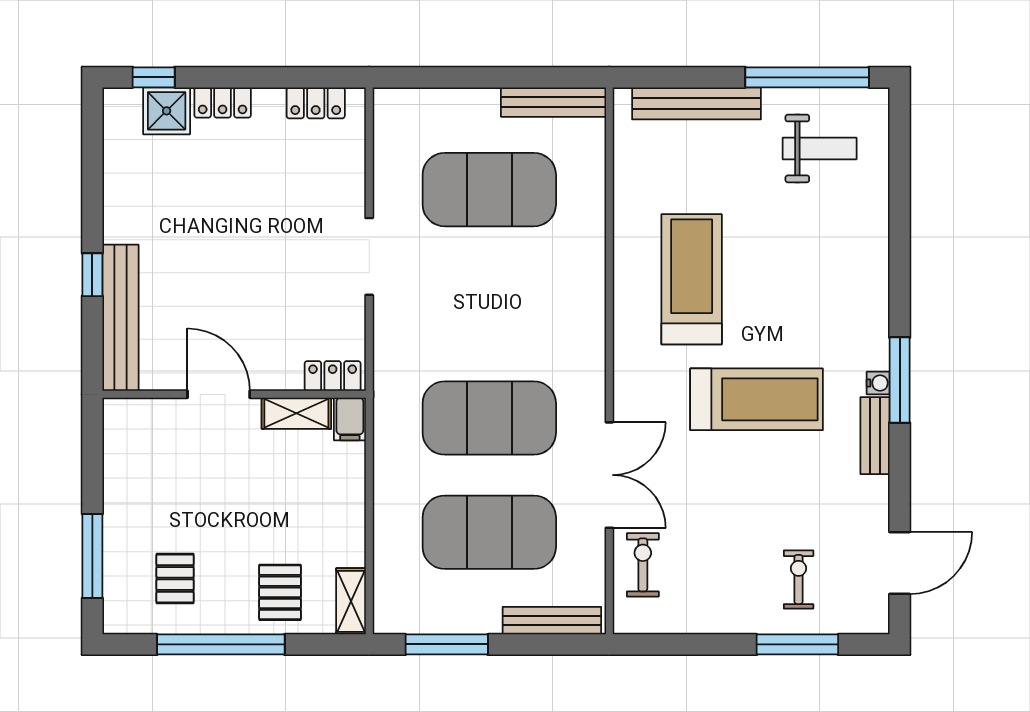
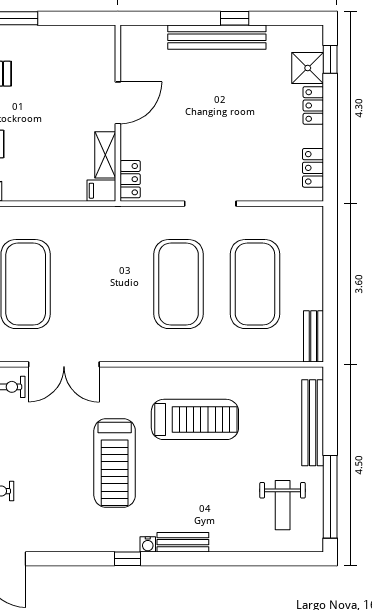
bench: (553, 102) -> (314, 336), width x0.73
window: (92, 275) -> (235, 18), moved
bench: (121, 318) -> (217, 37), moved
window: (900, 380) -> (127, 559), width x0.46
water cooler: (878, 383) -> (148, 544), moved
exercise mat: (489, 418) -> (179, 284), moved
bench: (875, 436) -> (183, 542), moved

